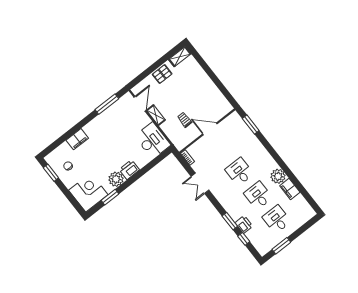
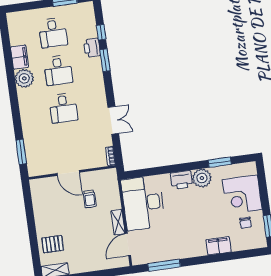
pallet: (162, 74) -> (53, 244), moved
desk: (153, 141) -> (143, 203), width x1.36, depth x1.30
corner desk: (88, 192) -> (242, 195), moved

